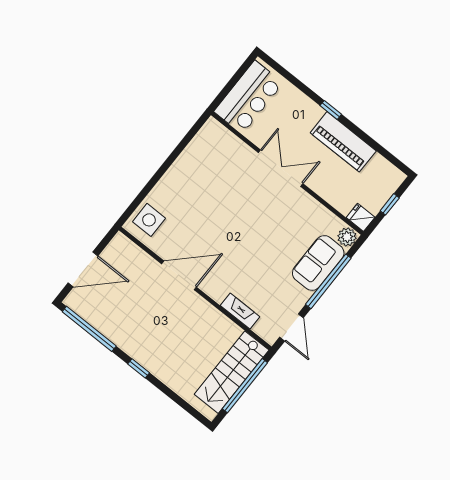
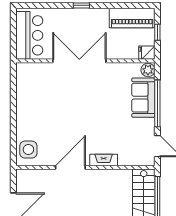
piano: (343, 142) -> (132, 18), moved
double door: (281, 168) -> (79, 61), width x1.36
fireplace: (240, 311) -> (104, 160), moved

